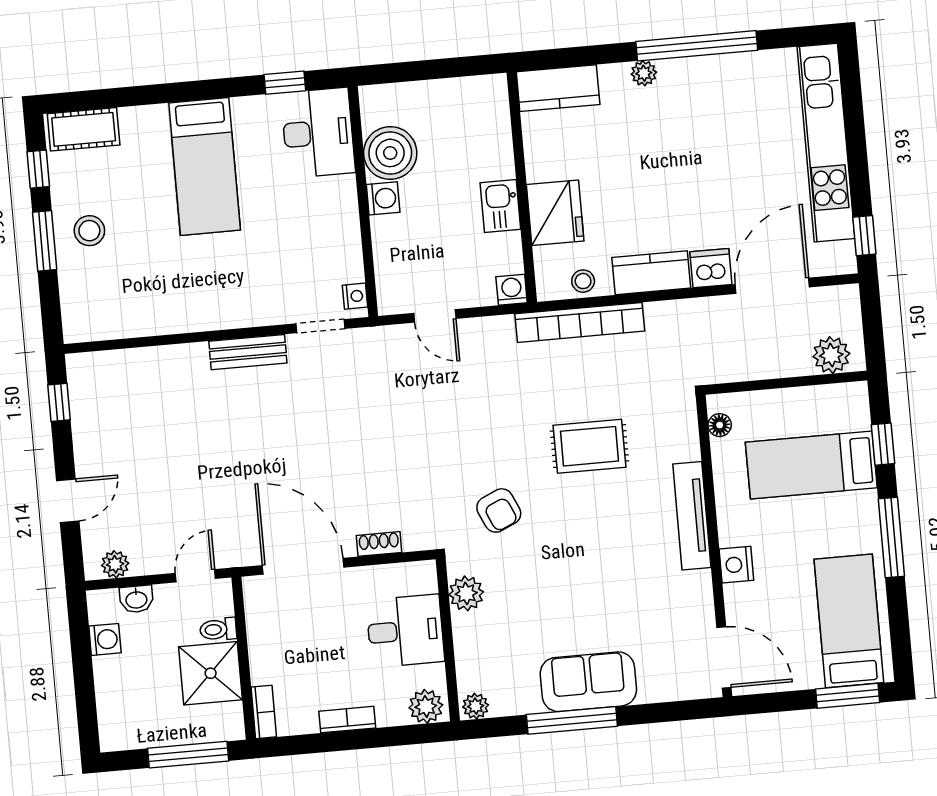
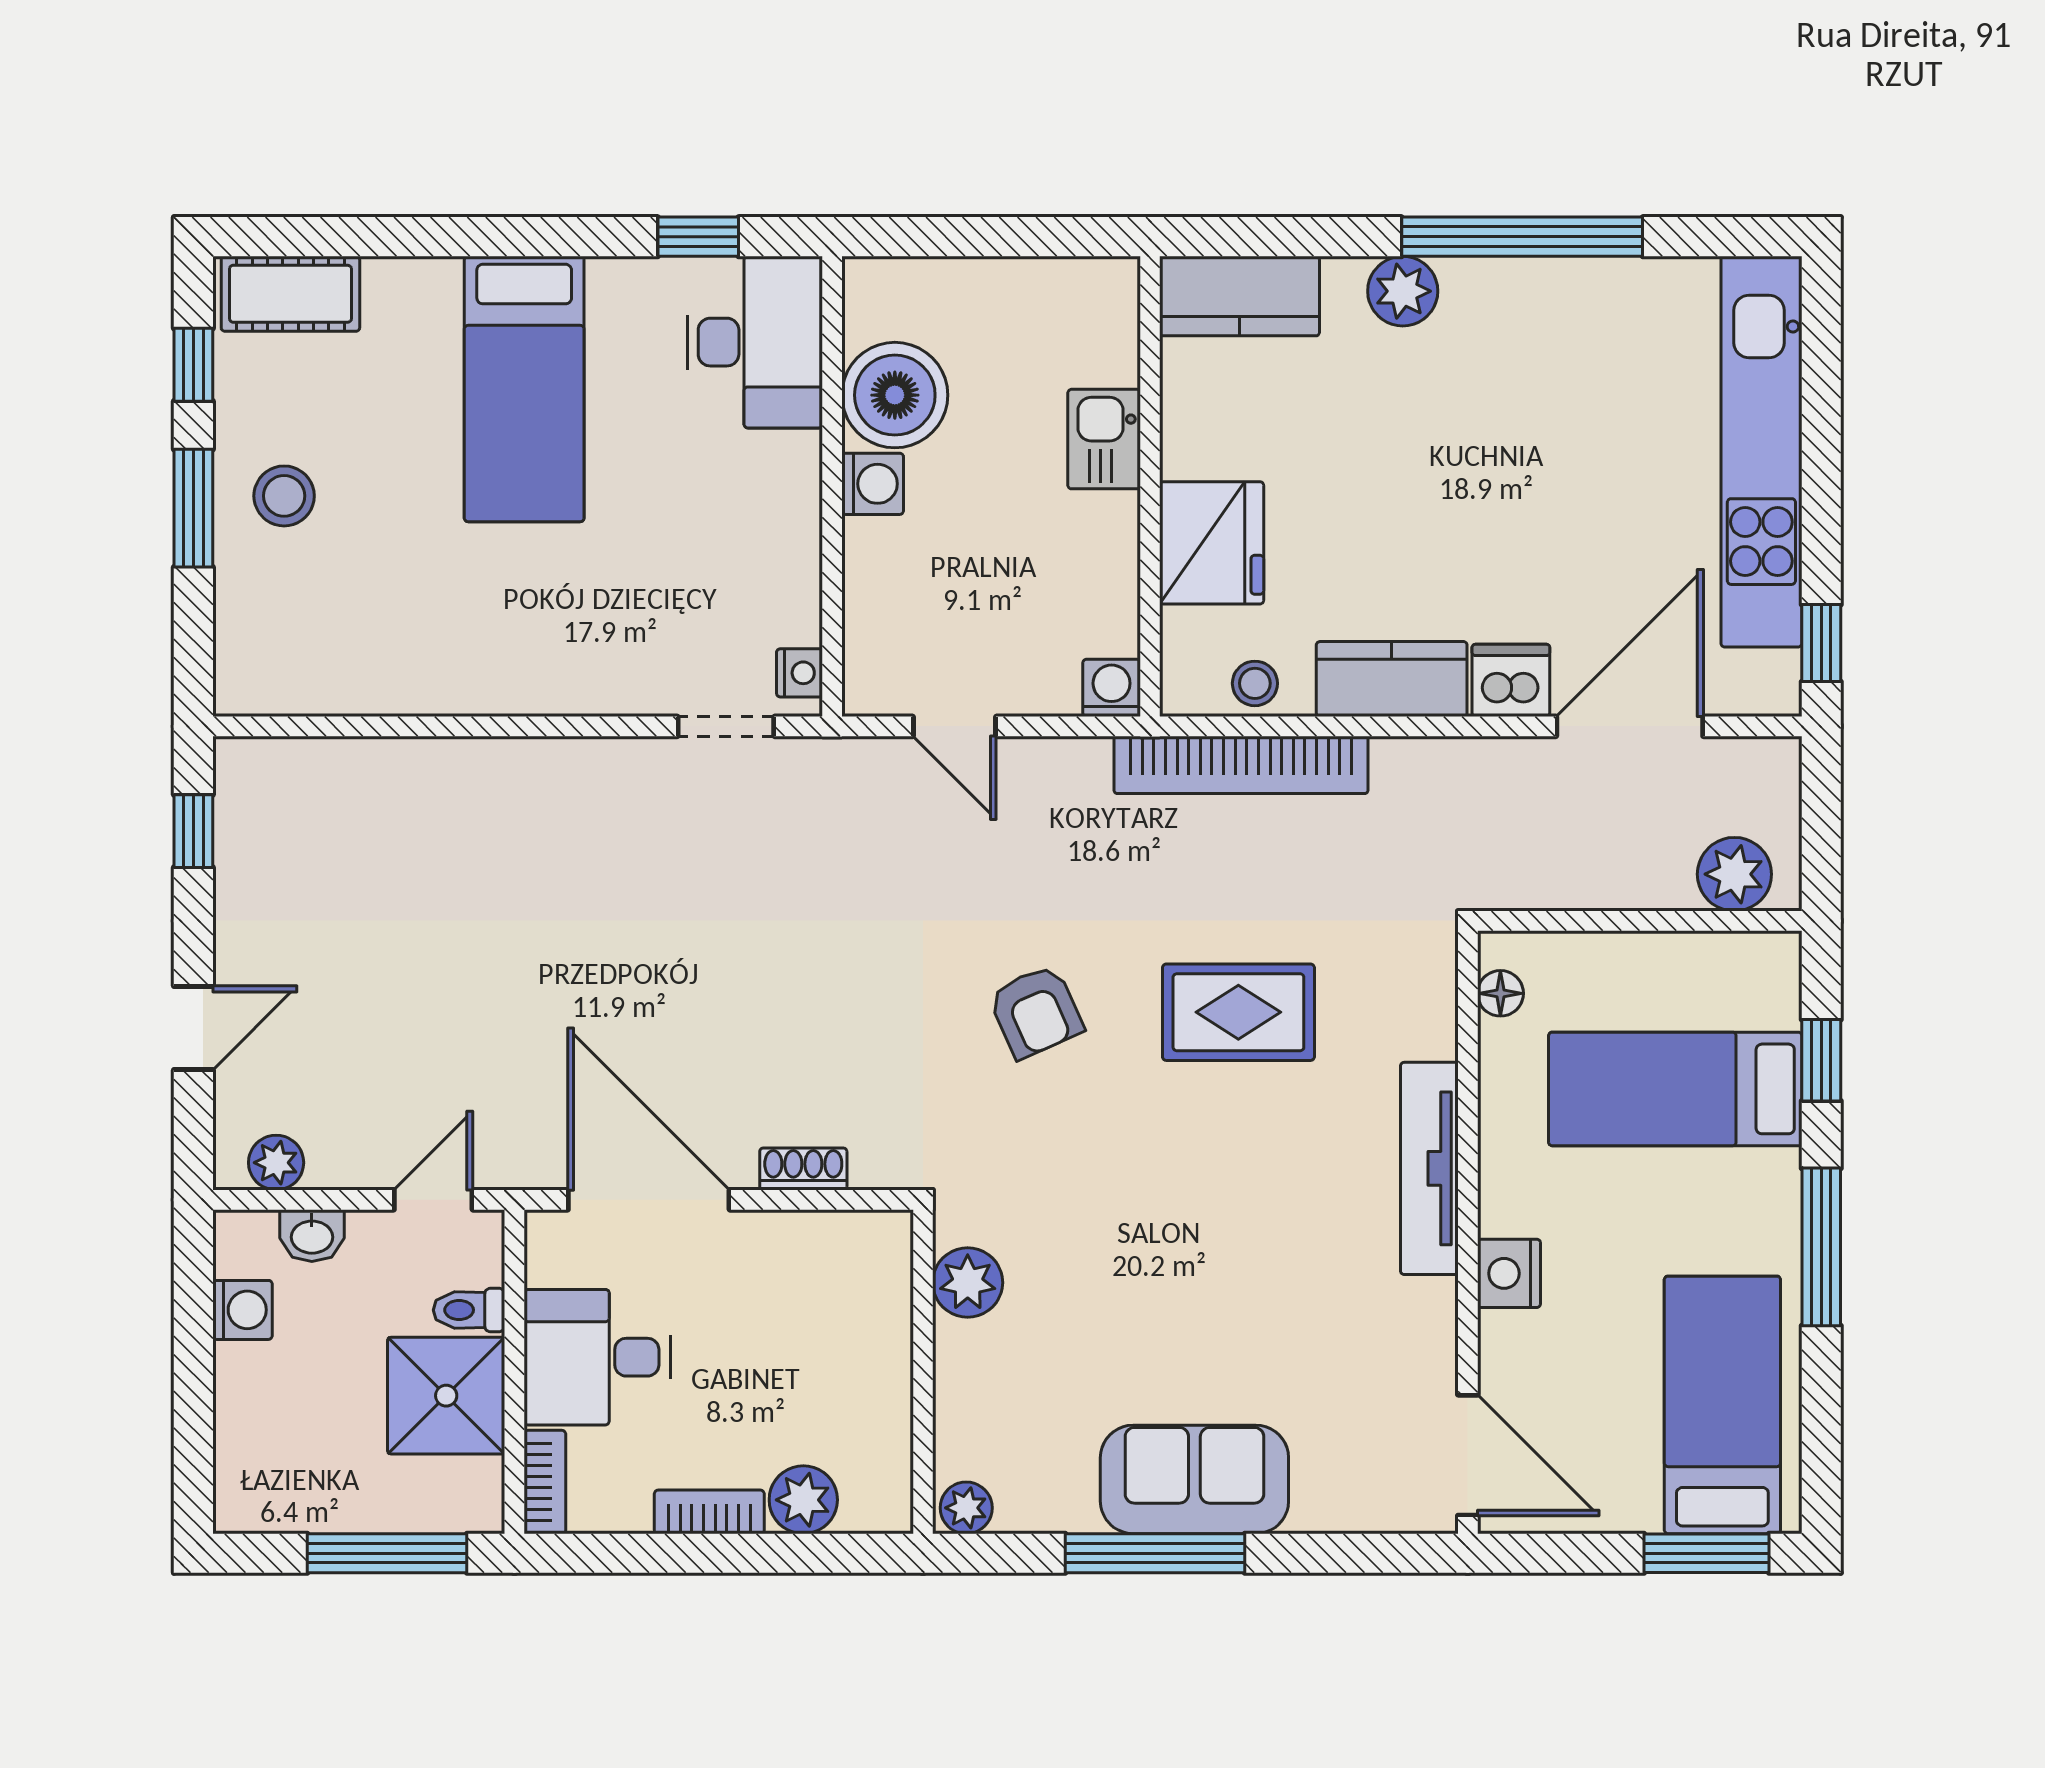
plant: (644, 73) -> (1403, 291), width x1.38, depth x1.38
kitchen sink: (500, 206) -> (1104, 439), moved
bench: (248, 352) -> (577, 765), removed
armchair: (499, 510) -> (1036, 1011), moved
desk: (405, 631) -> (597, 1357), moved, turned 180
plant: (426, 706) -> (803, 1500), moved

